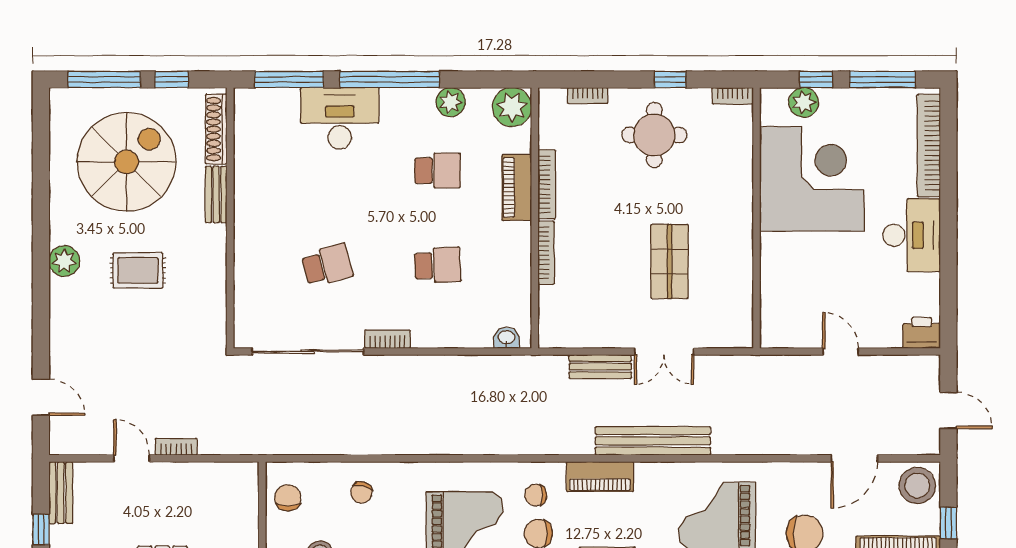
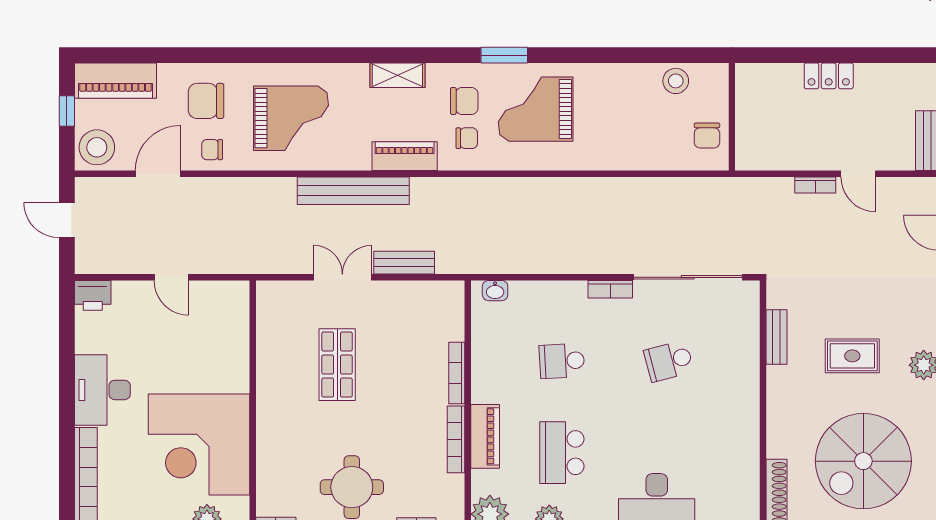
school desk: (438, 171) -> (562, 453), width x1.85
bench: (216, 194) -> (777, 337), moved
chair: (361, 492) -> (212, 150), moved, turned -104

